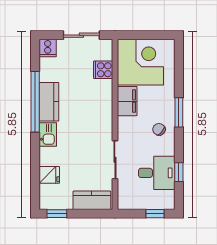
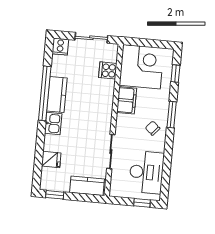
window: (179, 172) -> (175, 73), moved
desk: (157, 173) -> (146, 172), width x1.37

